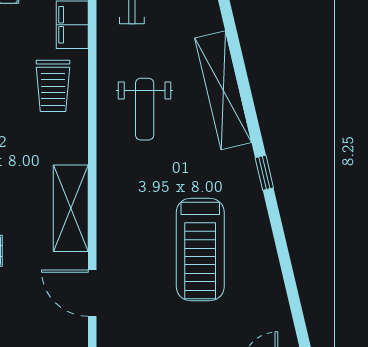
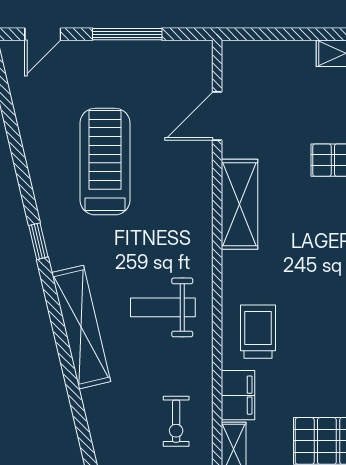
weight bench: (145, 109) -> (163, 307), turned -90
door: (92, 293) -> (217, 116), swing flipped

